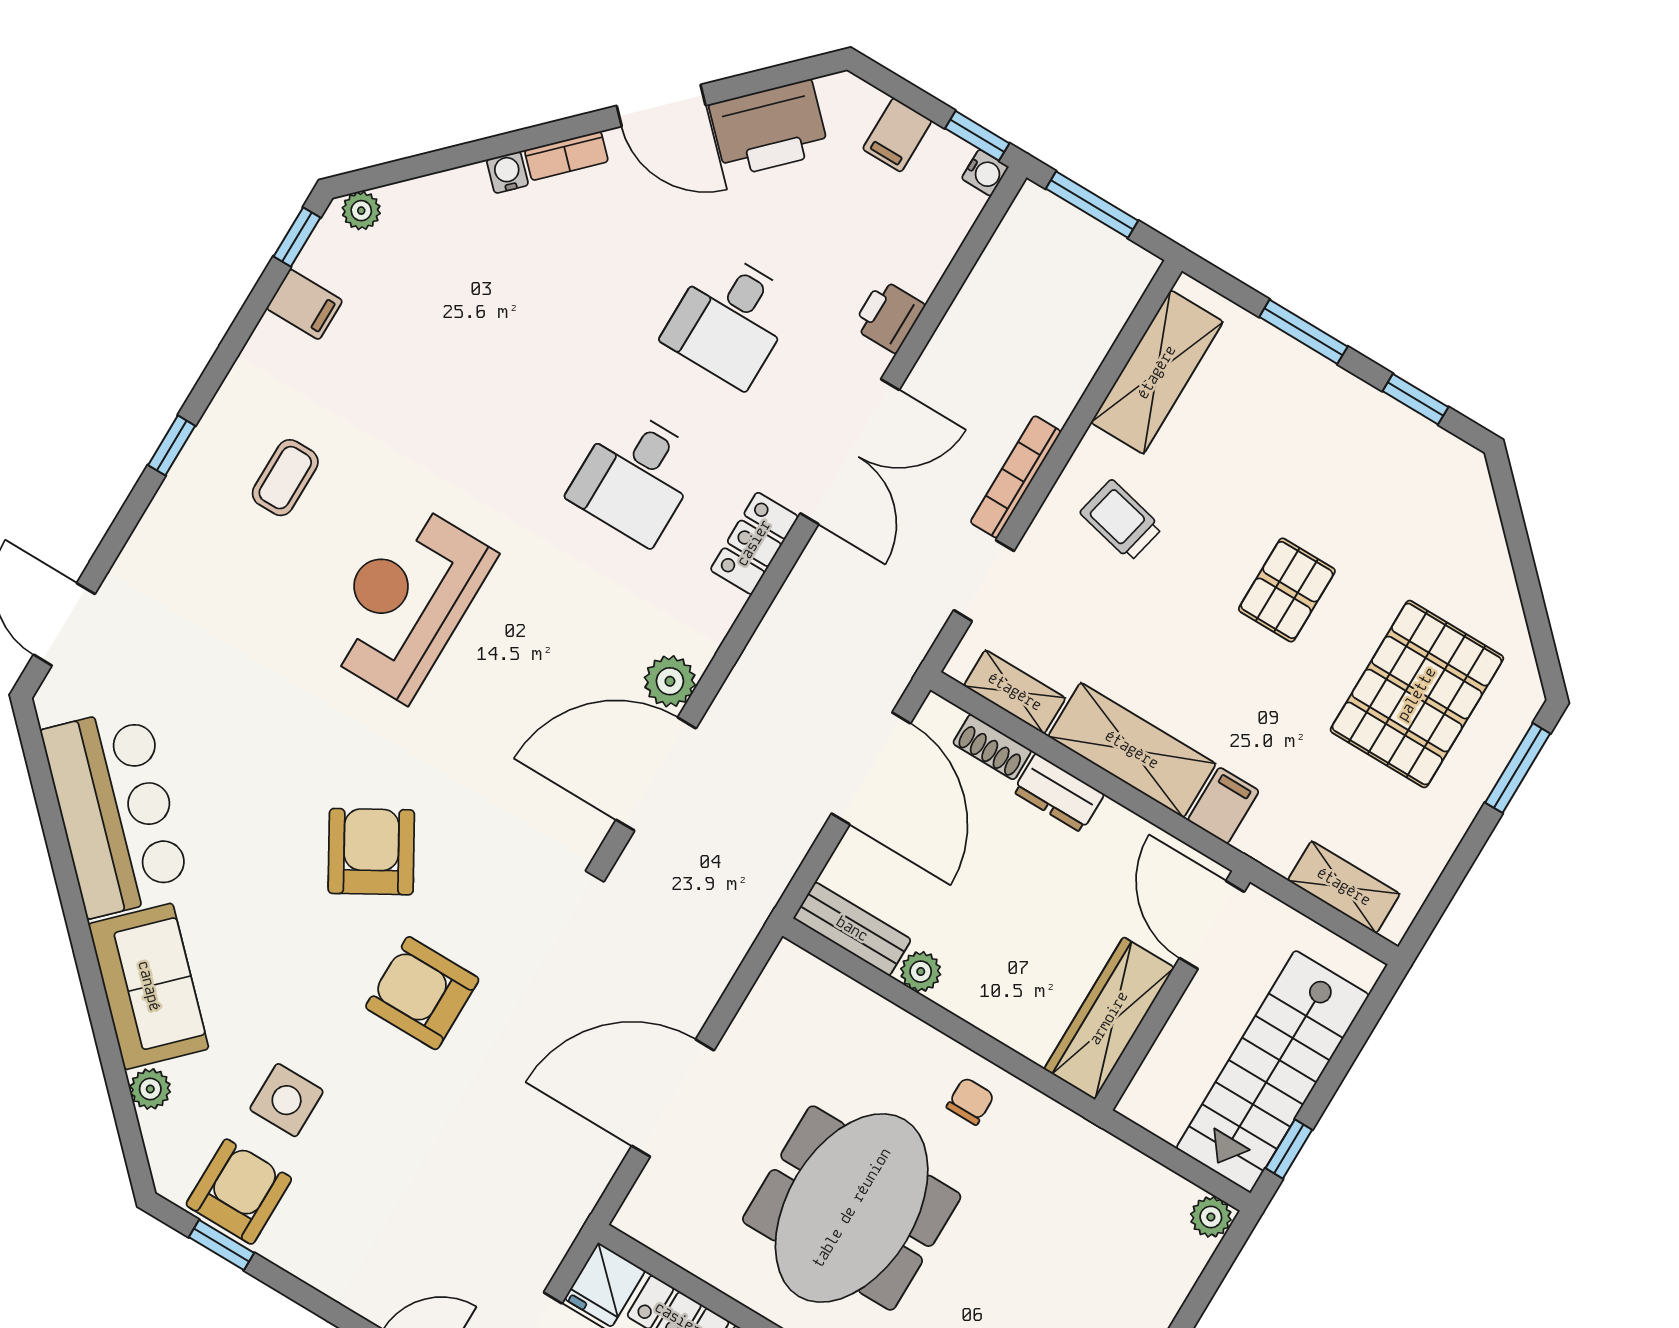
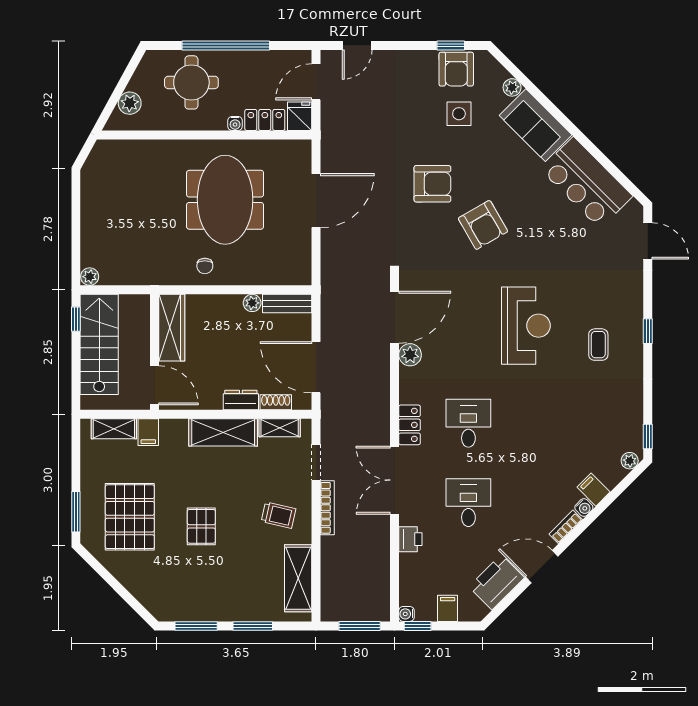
filing cabinet: (304, 304) -> (594, 490), moved, turned 45
window: (1415, 399) -> (196, 626), width x1.50
filing cabinet: (1223, 805) -> (148, 432), moved

